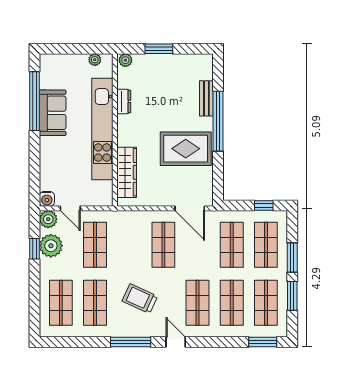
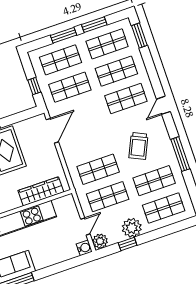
window: (264, 205) -> (34, 86), moved
shop shelf: (163, 245) -> (98, 169), moved
plant: (51, 246) -> (132, 228), moved
window: (131, 342) -> (180, 154), moved

